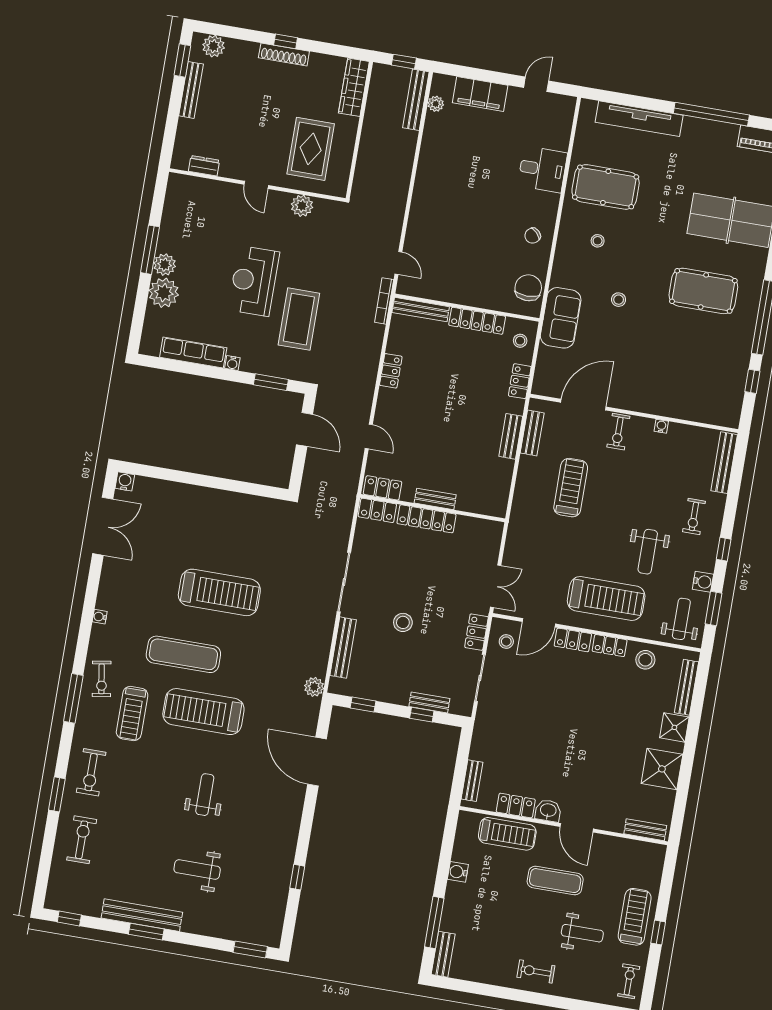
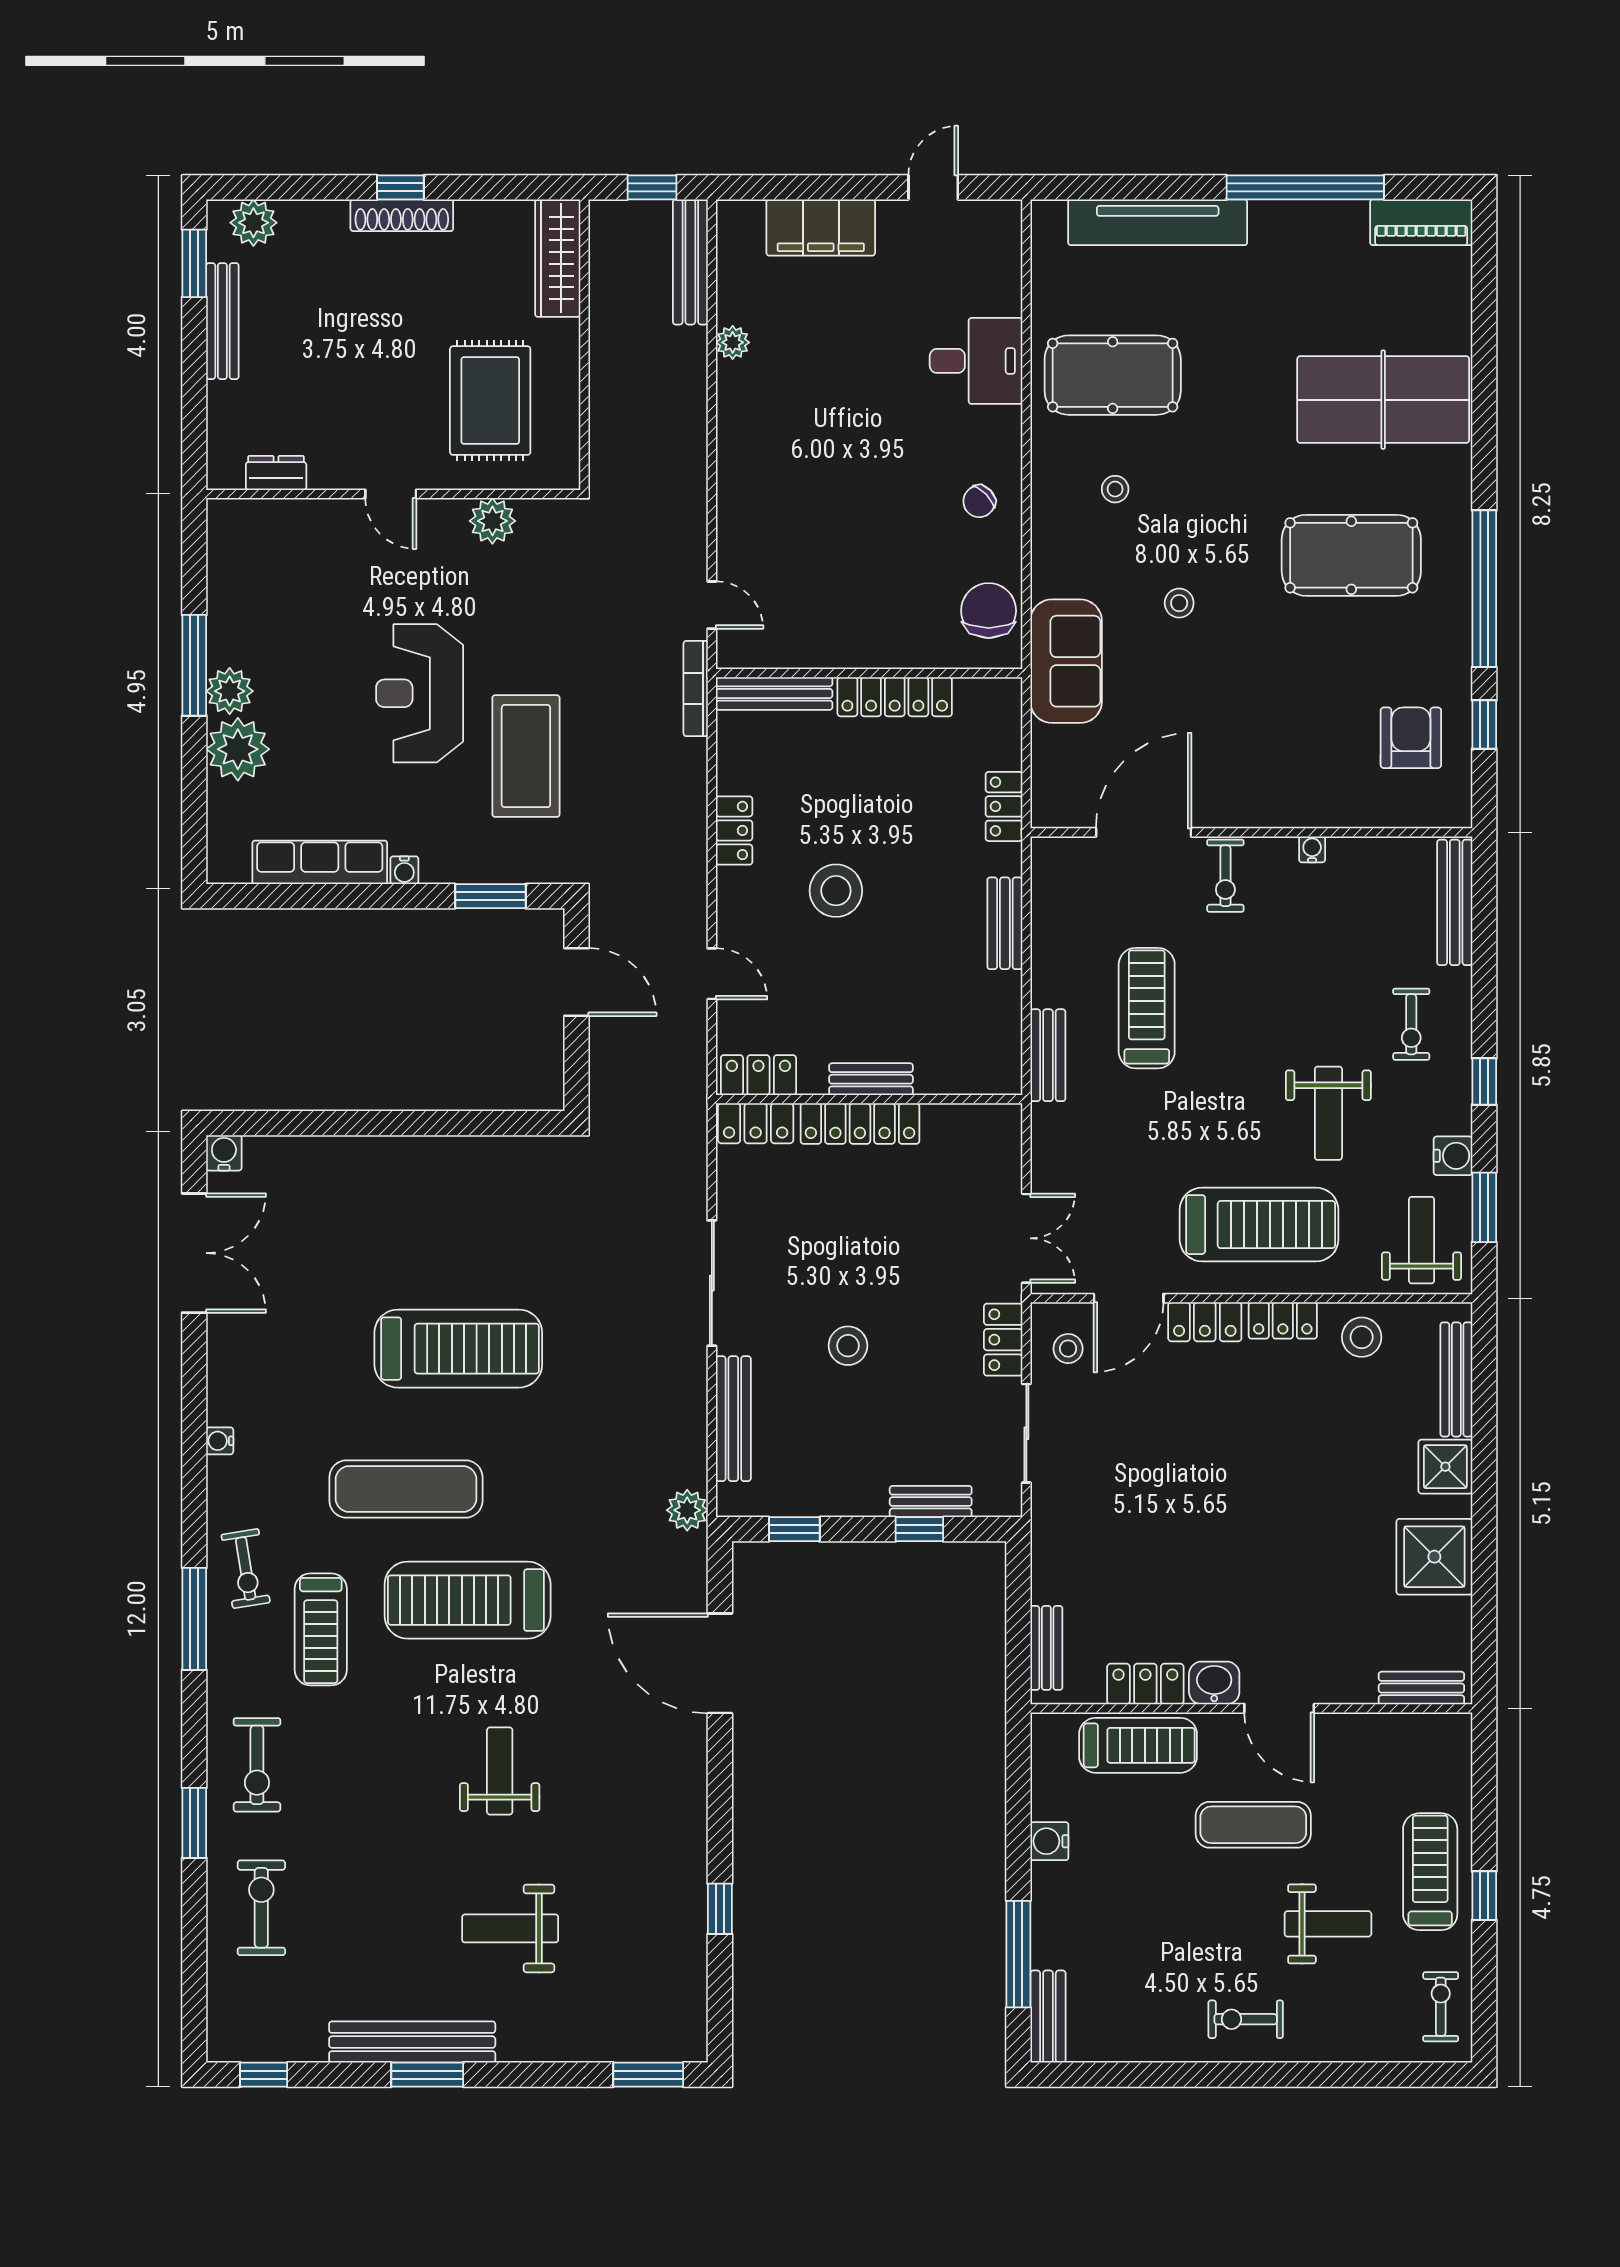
plant: (436, 104) -> (733, 342), moved
stool: (520, 341) -> (836, 891), moved, width x1.89, depth x1.89
armchair: (717, 382) -> (1411, 738), added
bench: (532, 433) -> (1048, 1055), moved

